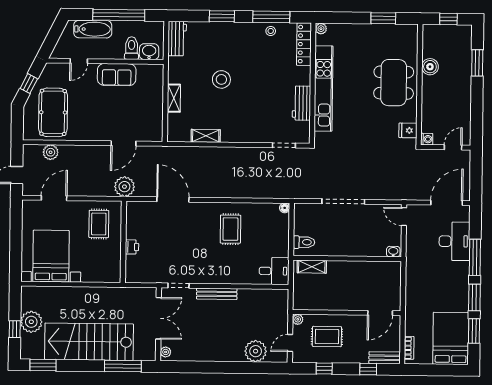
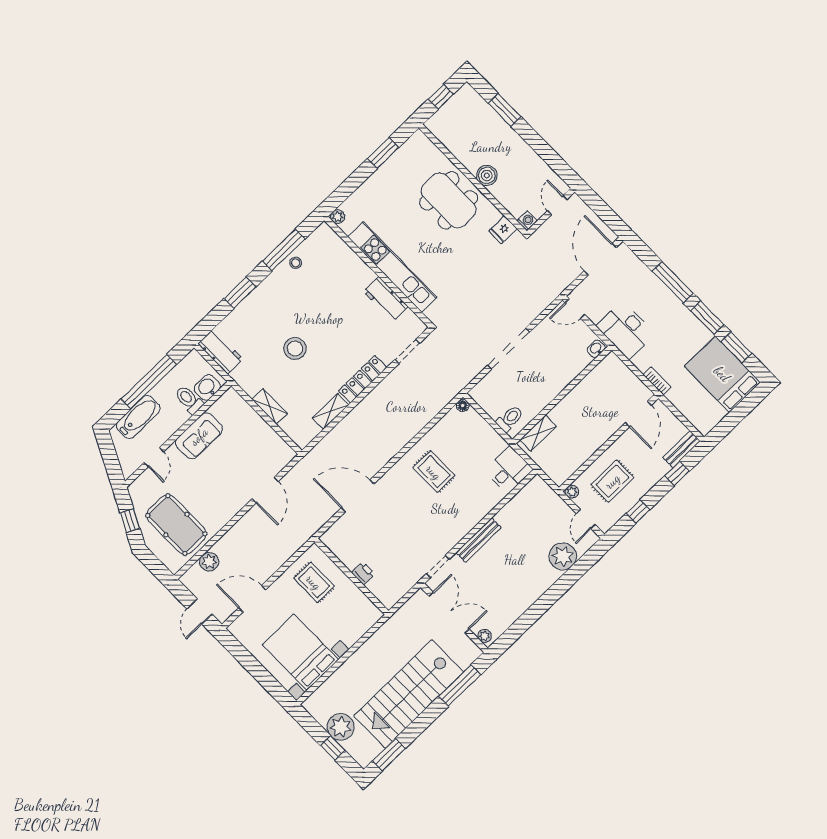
locker: (304, 44) -> (363, 379), moved, turned 90
boiler: (430, 67) -> (487, 175), moved
plant: (124, 187) -> (304, 527), removed
door: (54, 198) -> (252, 599), hinge flipped
desk: (454, 241) -> (626, 330), moved, turned 180
bookcase: (409, 348) -> (657, 381), moved

